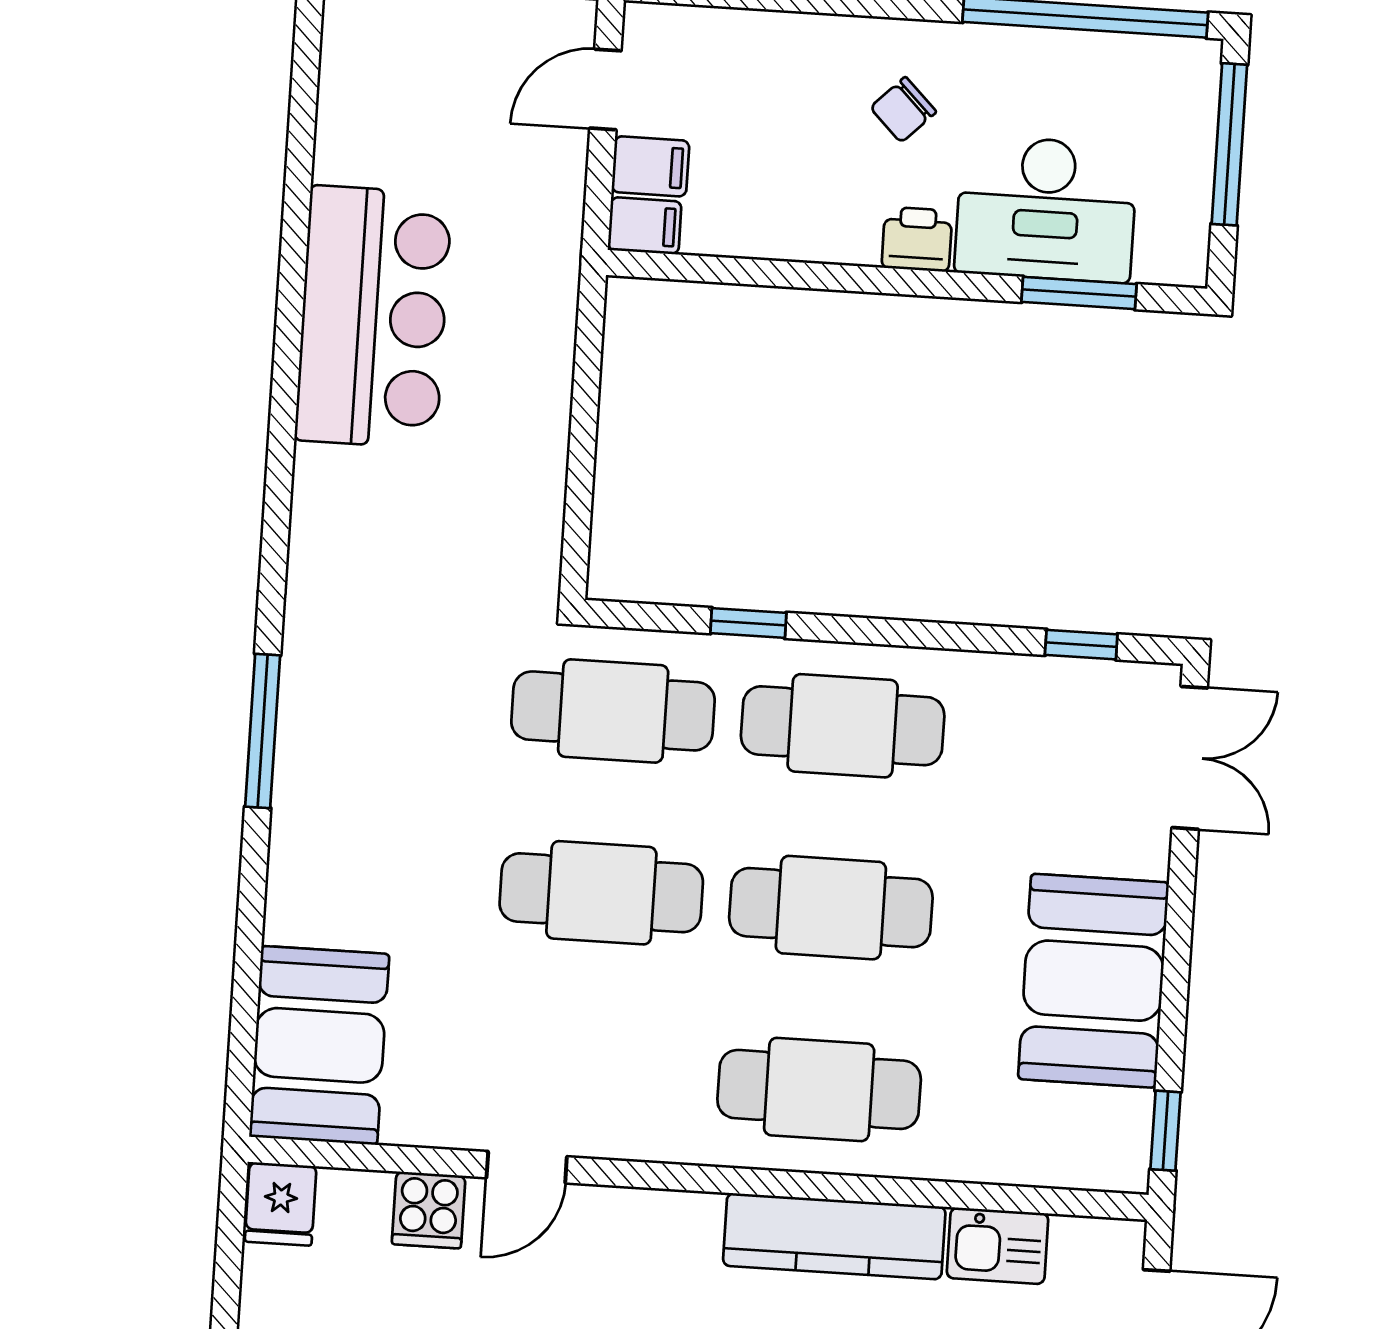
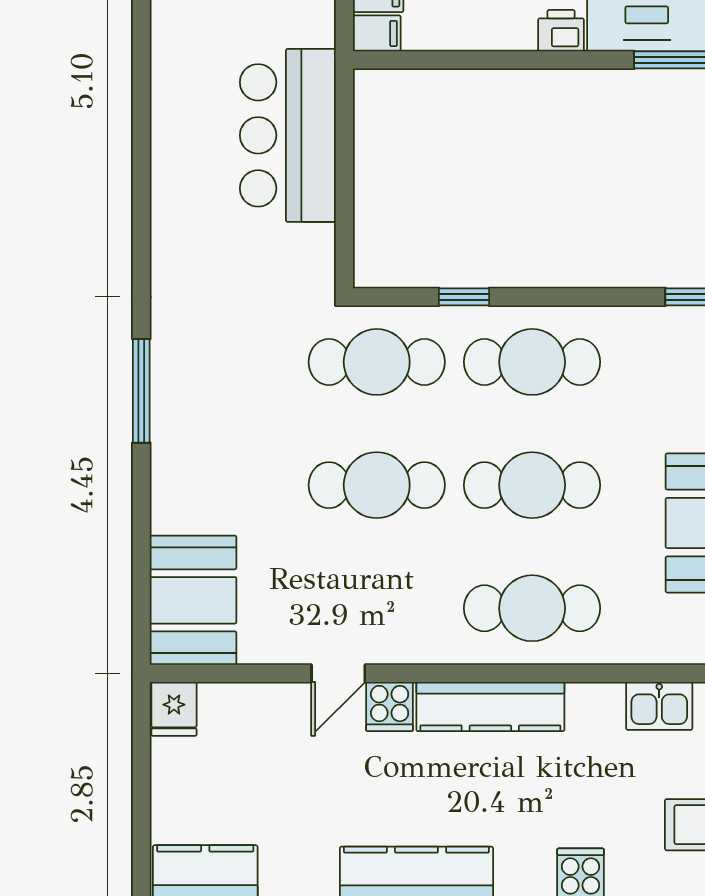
bar counter: (373, 317) -> (288, 135), moved, turned 180
cooker: (429, 1210) -> (390, 707), moved
kitchen counter: (834, 1236) -> (490, 707), moved

